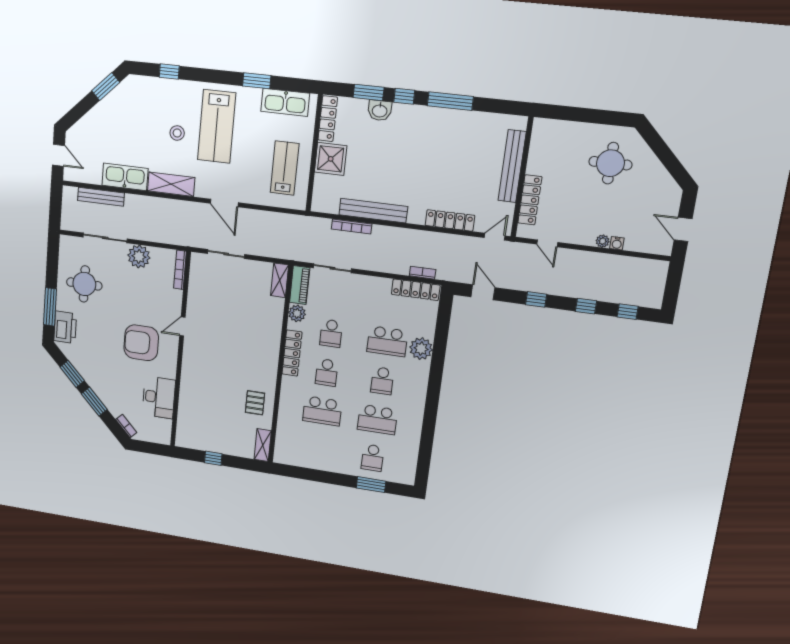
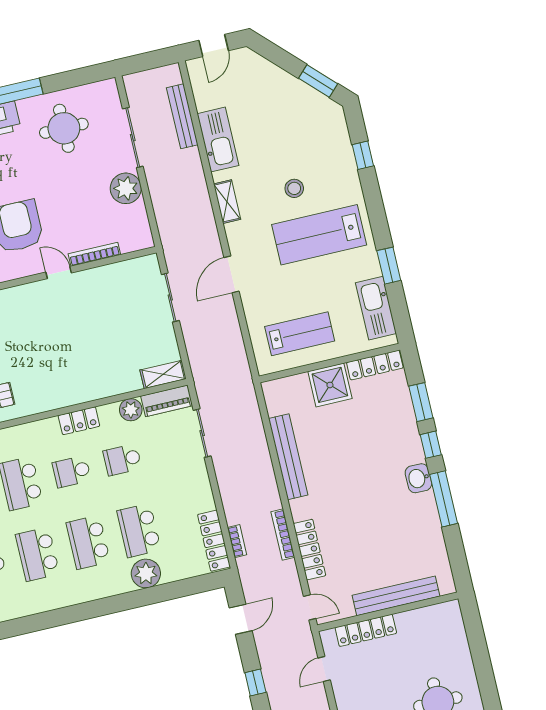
washbasin: (380, 110) -> (418, 478), moved
shelving: (171, 184) -> (227, 202), width x0.67, depth x0.75
bookcase: (352, 226) -> (283, 535), moved
bookcase: (180, 270) -> (94, 254), moved
locker: (292, 353) -> (79, 421), width x0.66
school desk: (382, 381) -> (88, 542), width x1.85

